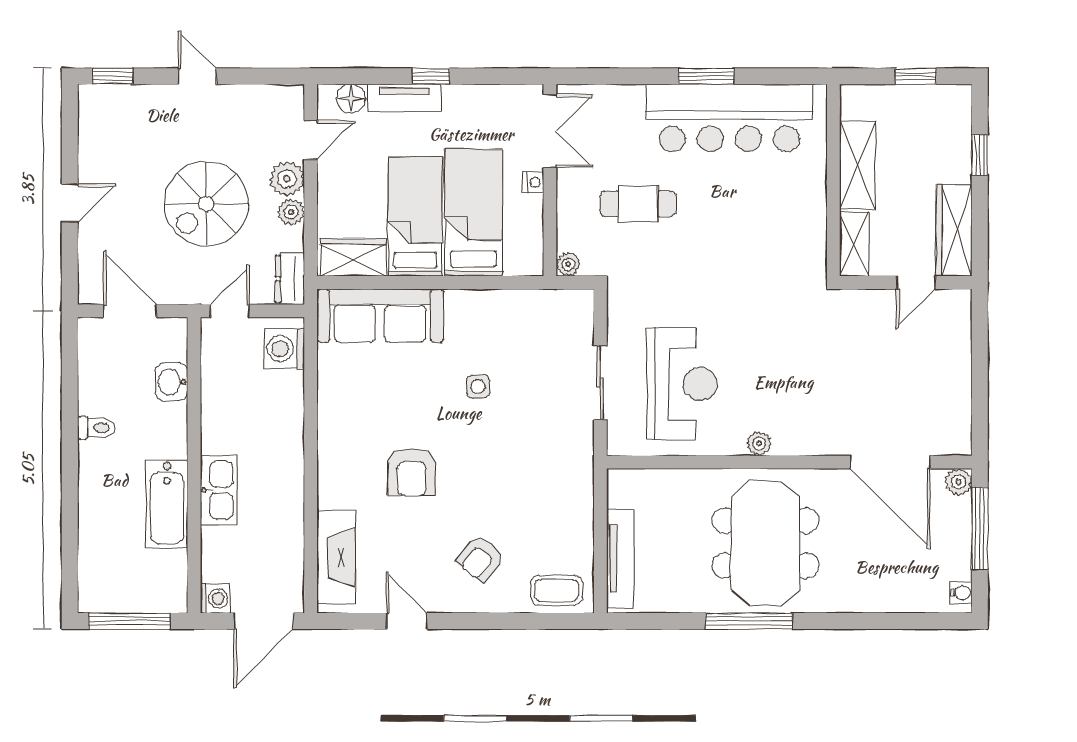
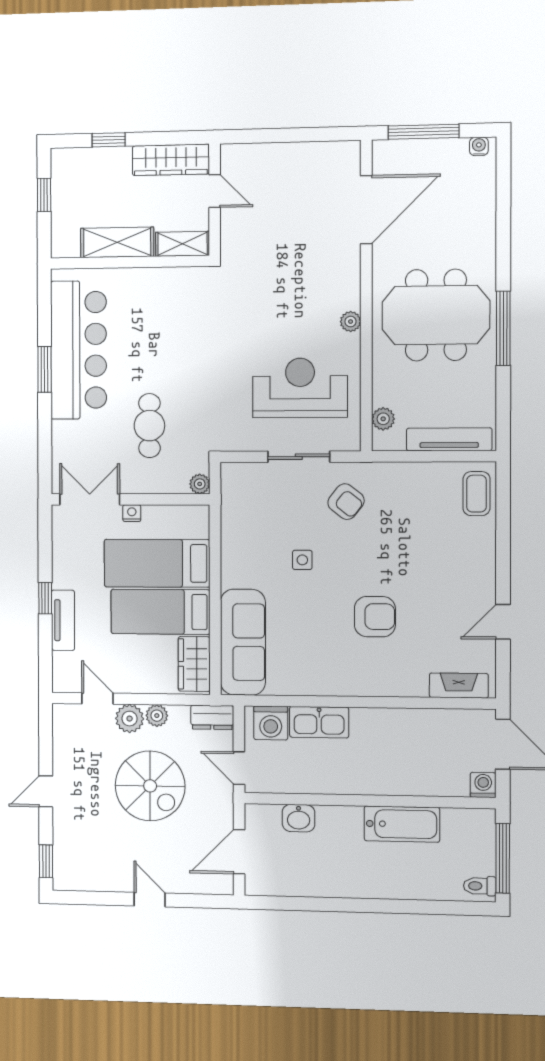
floor lamp: (351, 98) -> (63, 664), removed
toilet: (96, 428) -> (480, 886), moved, turned -90
plant: (958, 482) -> (383, 419), moved
kitchen sink: (219, 490) -> (319, 722), moved, turned 180
fireplace: (336, 557) -> (459, 686), width x0.73, depth x0.76
armchair: (480, 558) -> (346, 502), moved

